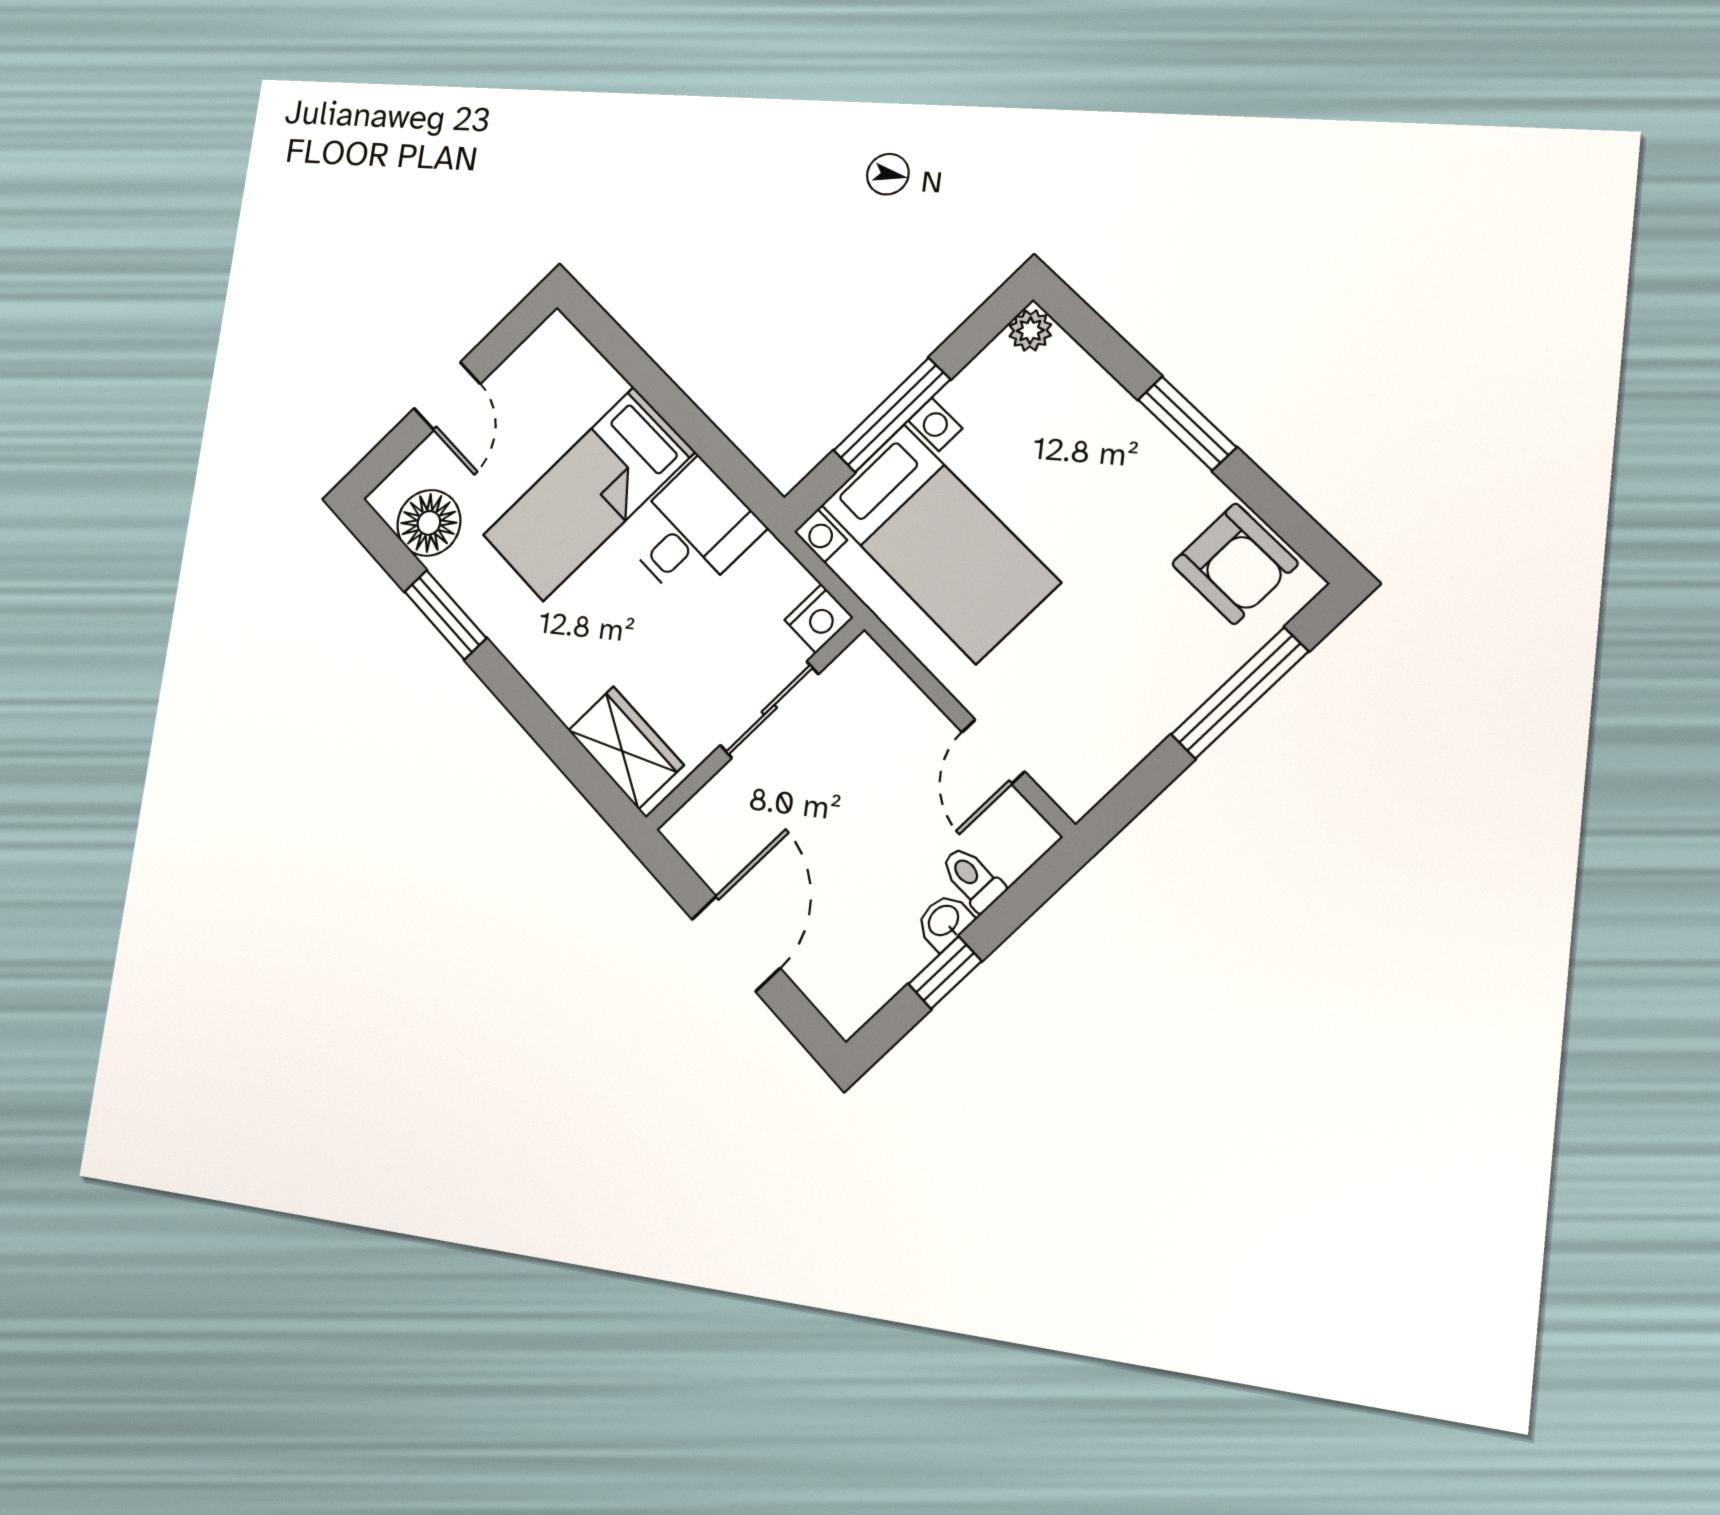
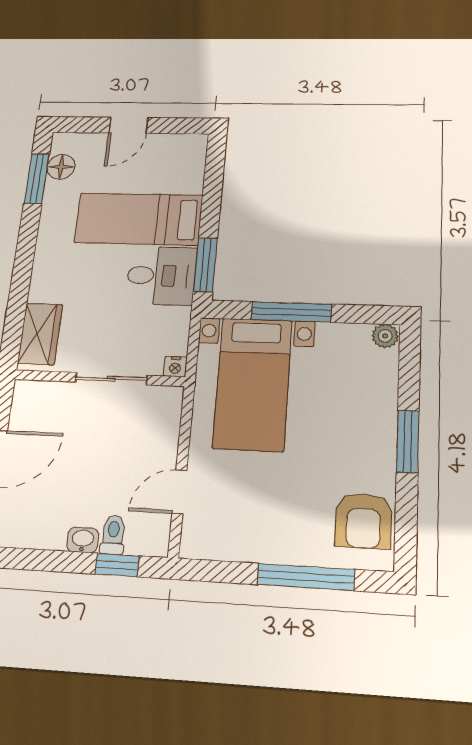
window: (730, 464) -> (206, 265), added
floor lamp: (429, 523) -> (61, 167), width x0.73, depth x0.73
window: (445, 615) -> (37, 179), moved
nightstand: (819, 619) -> (175, 367), width x0.72, depth x0.74
window: (945, 973) -> (117, 565), moved

